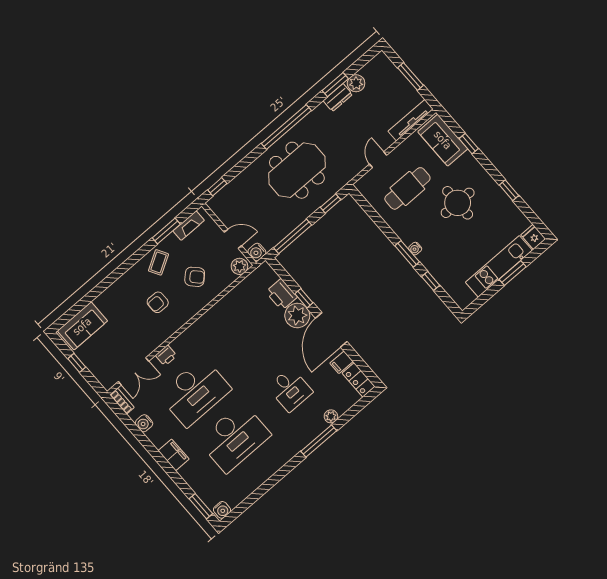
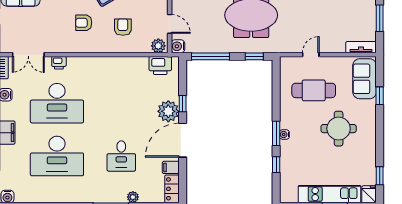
tv unit: (411, 120) -> (361, 47), width x0.71
window: (509, 190) -> (380, 176), moved
armchair: (195, 277) -> (123, 27), turned -136
printer: (281, 294) -> (160, 65), moved, turned -90

